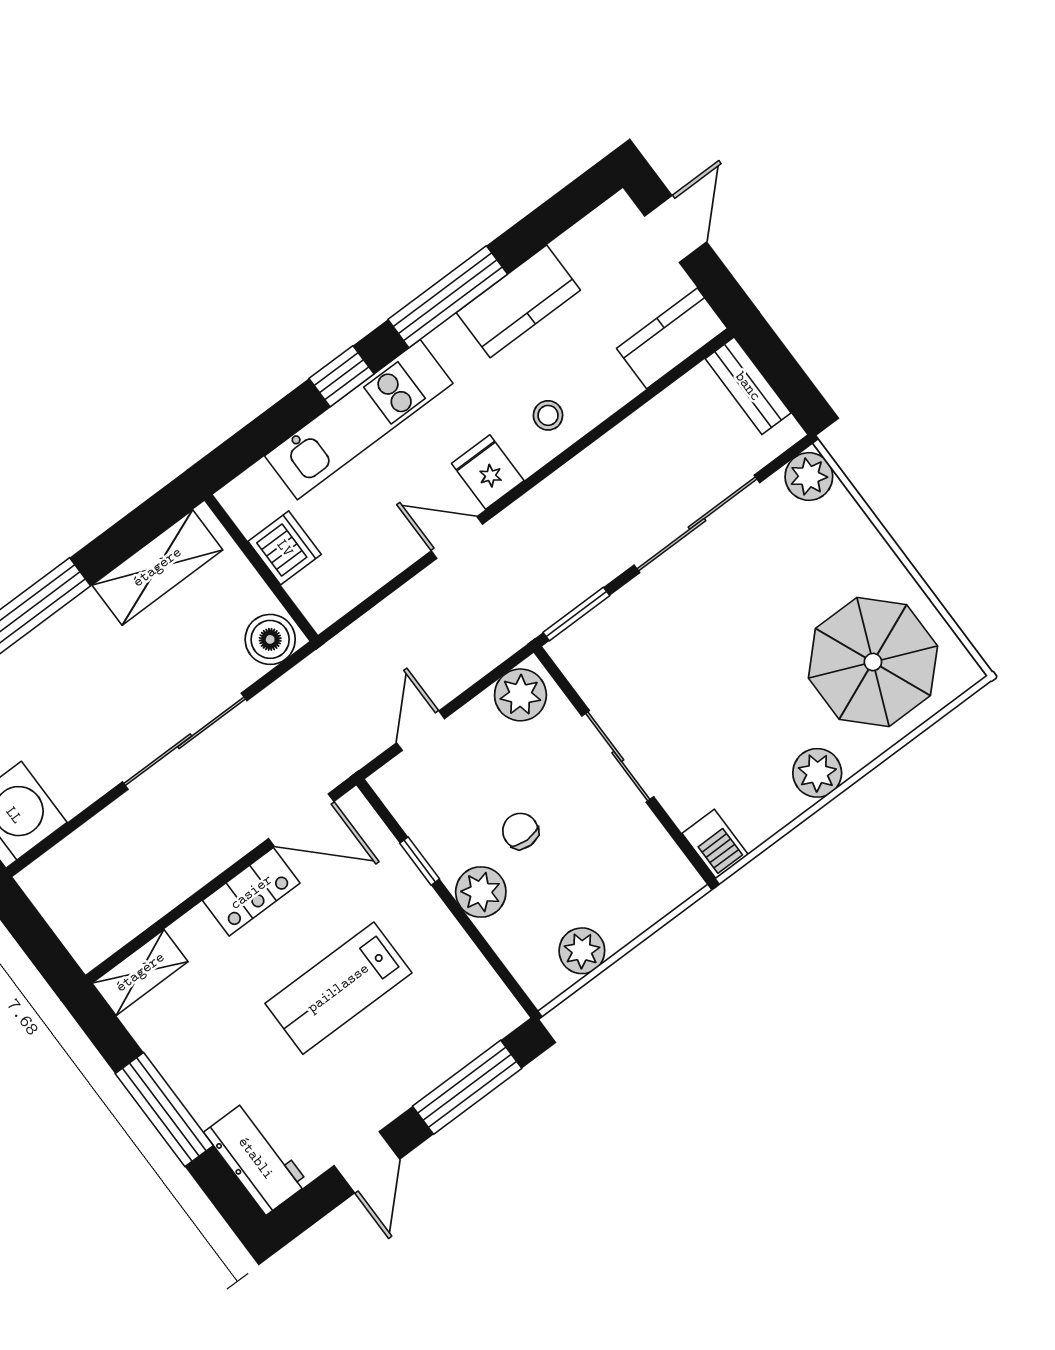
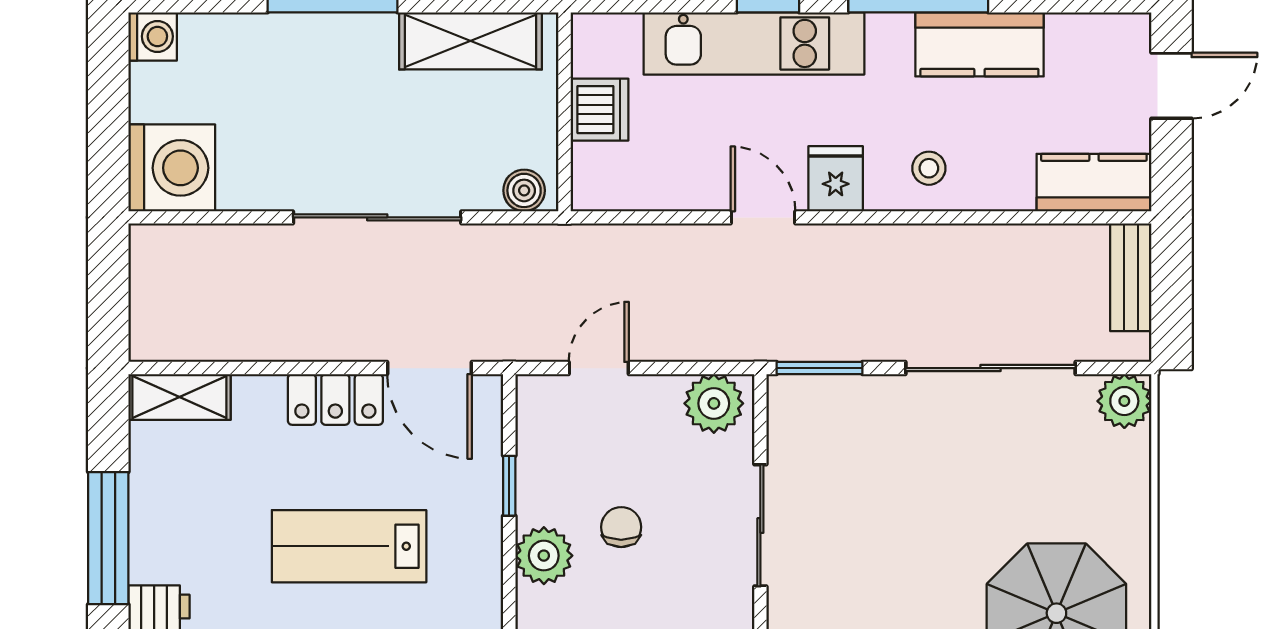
boiler: (270, 639) -> (524, 190), width x0.73, depth x0.73

